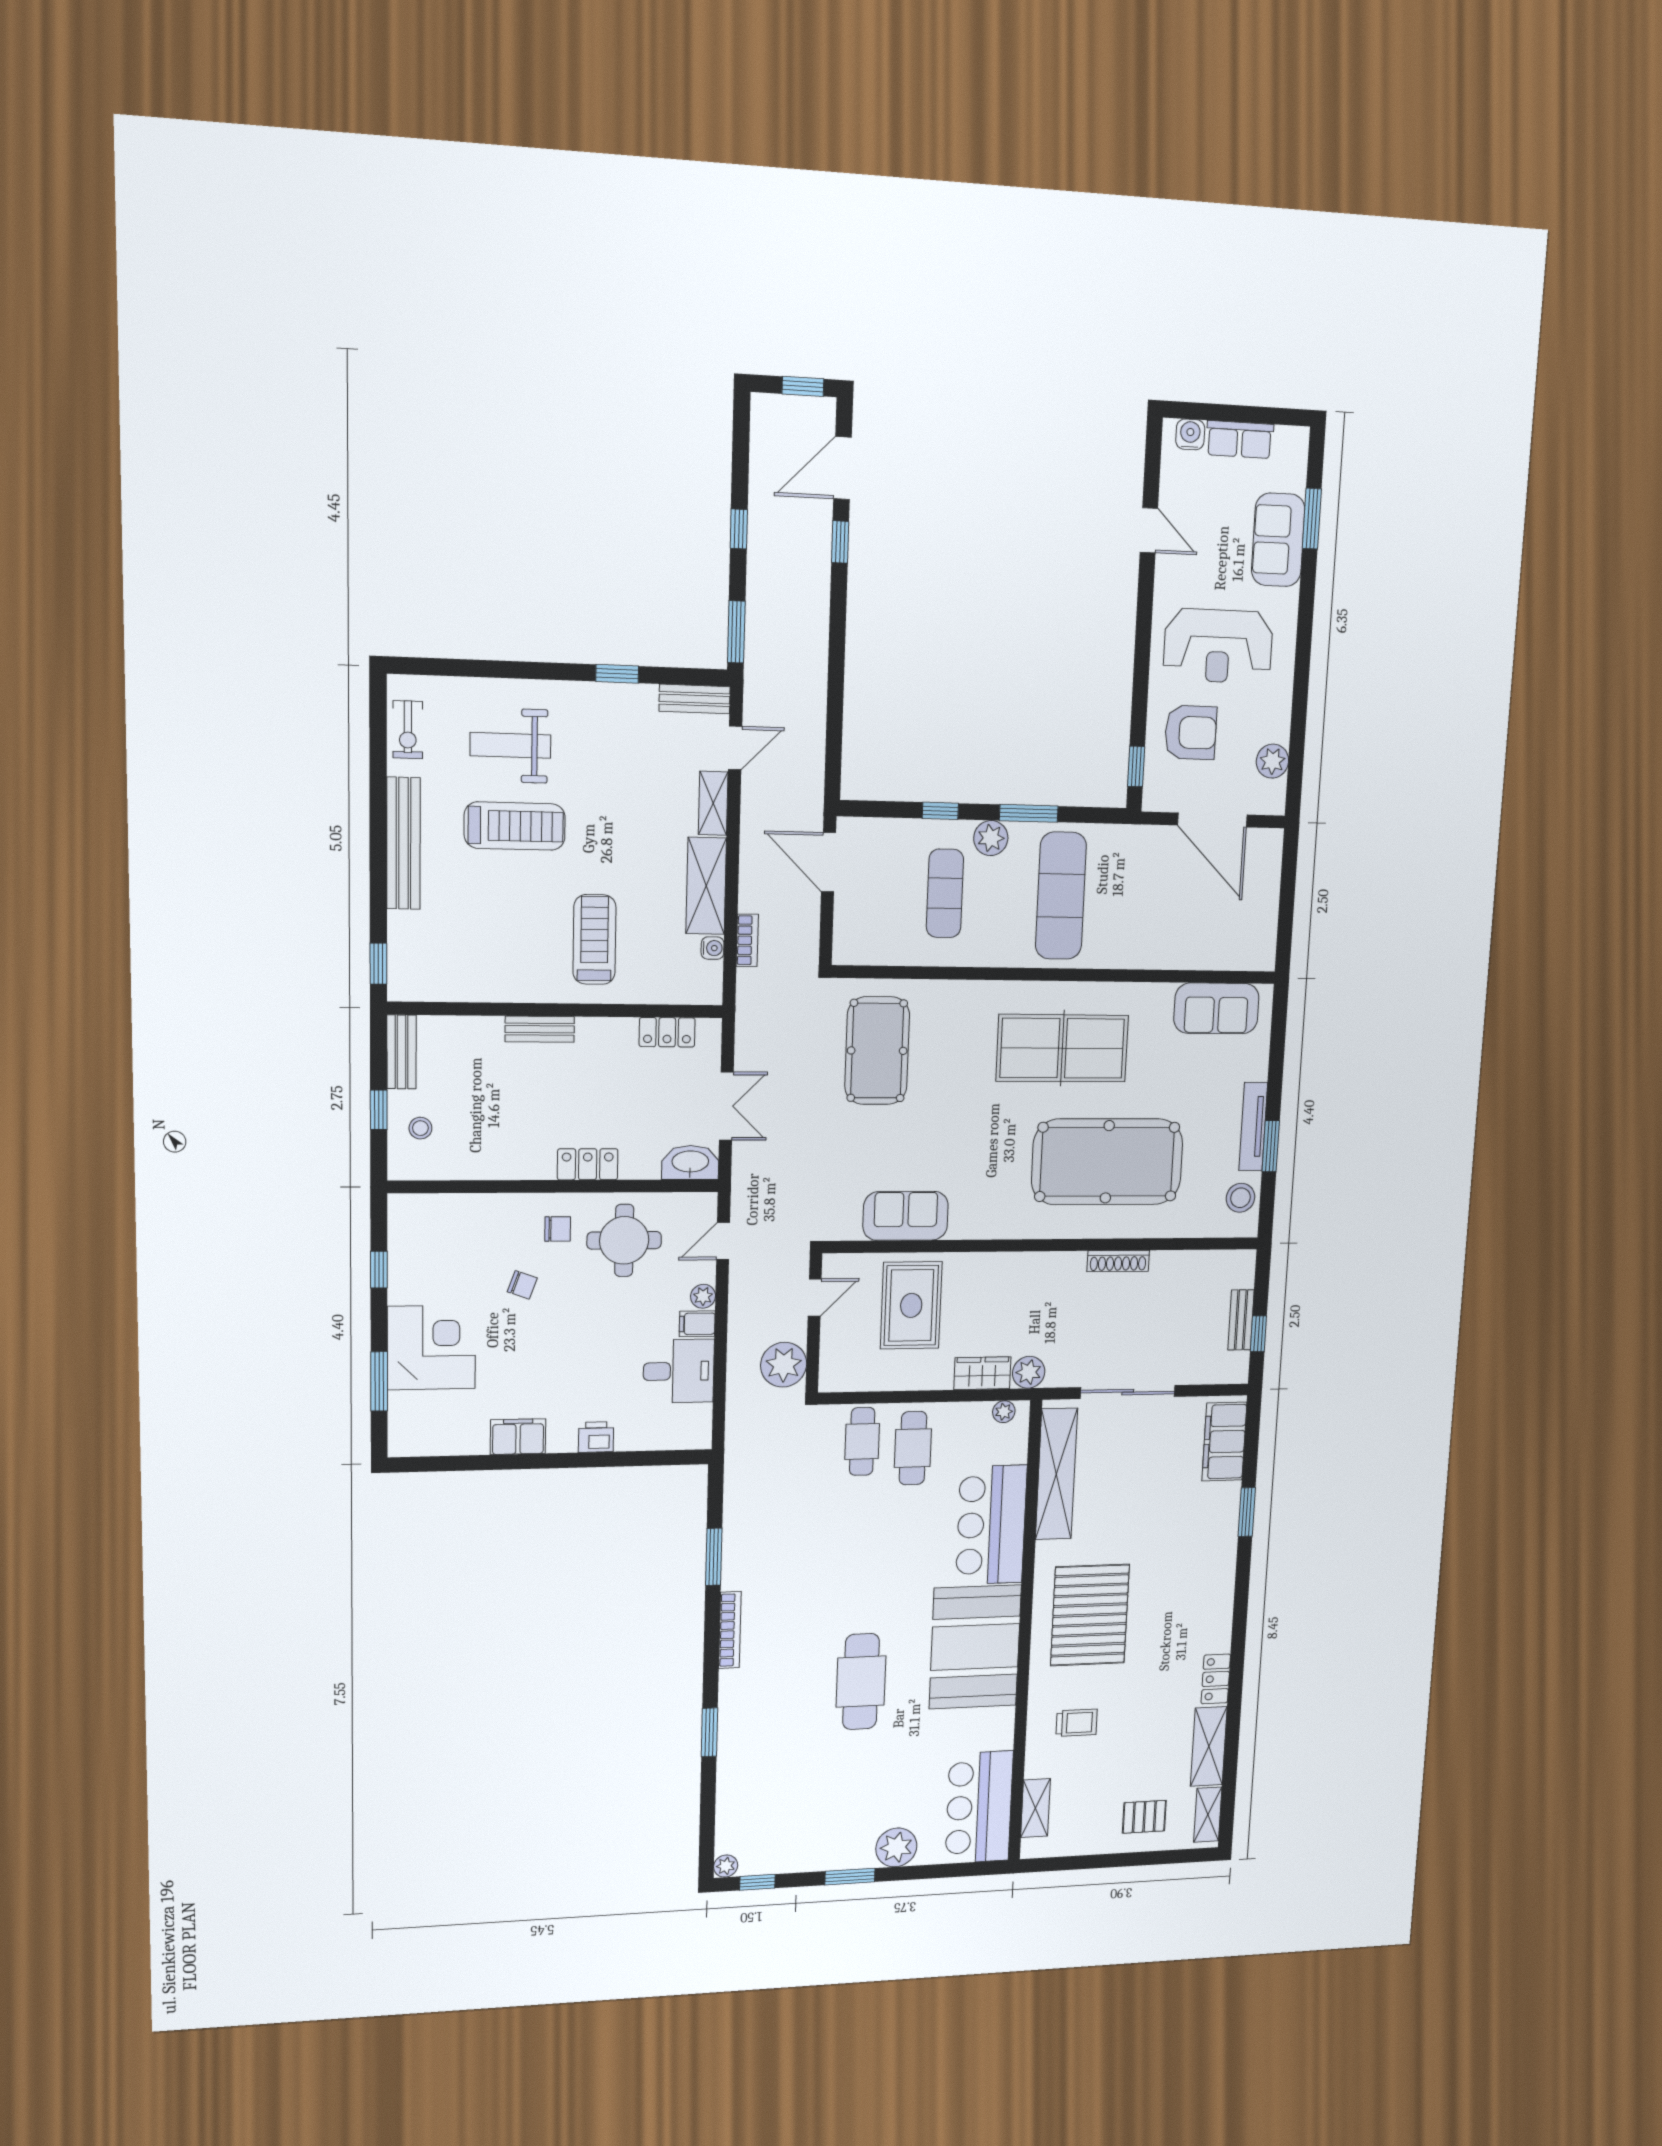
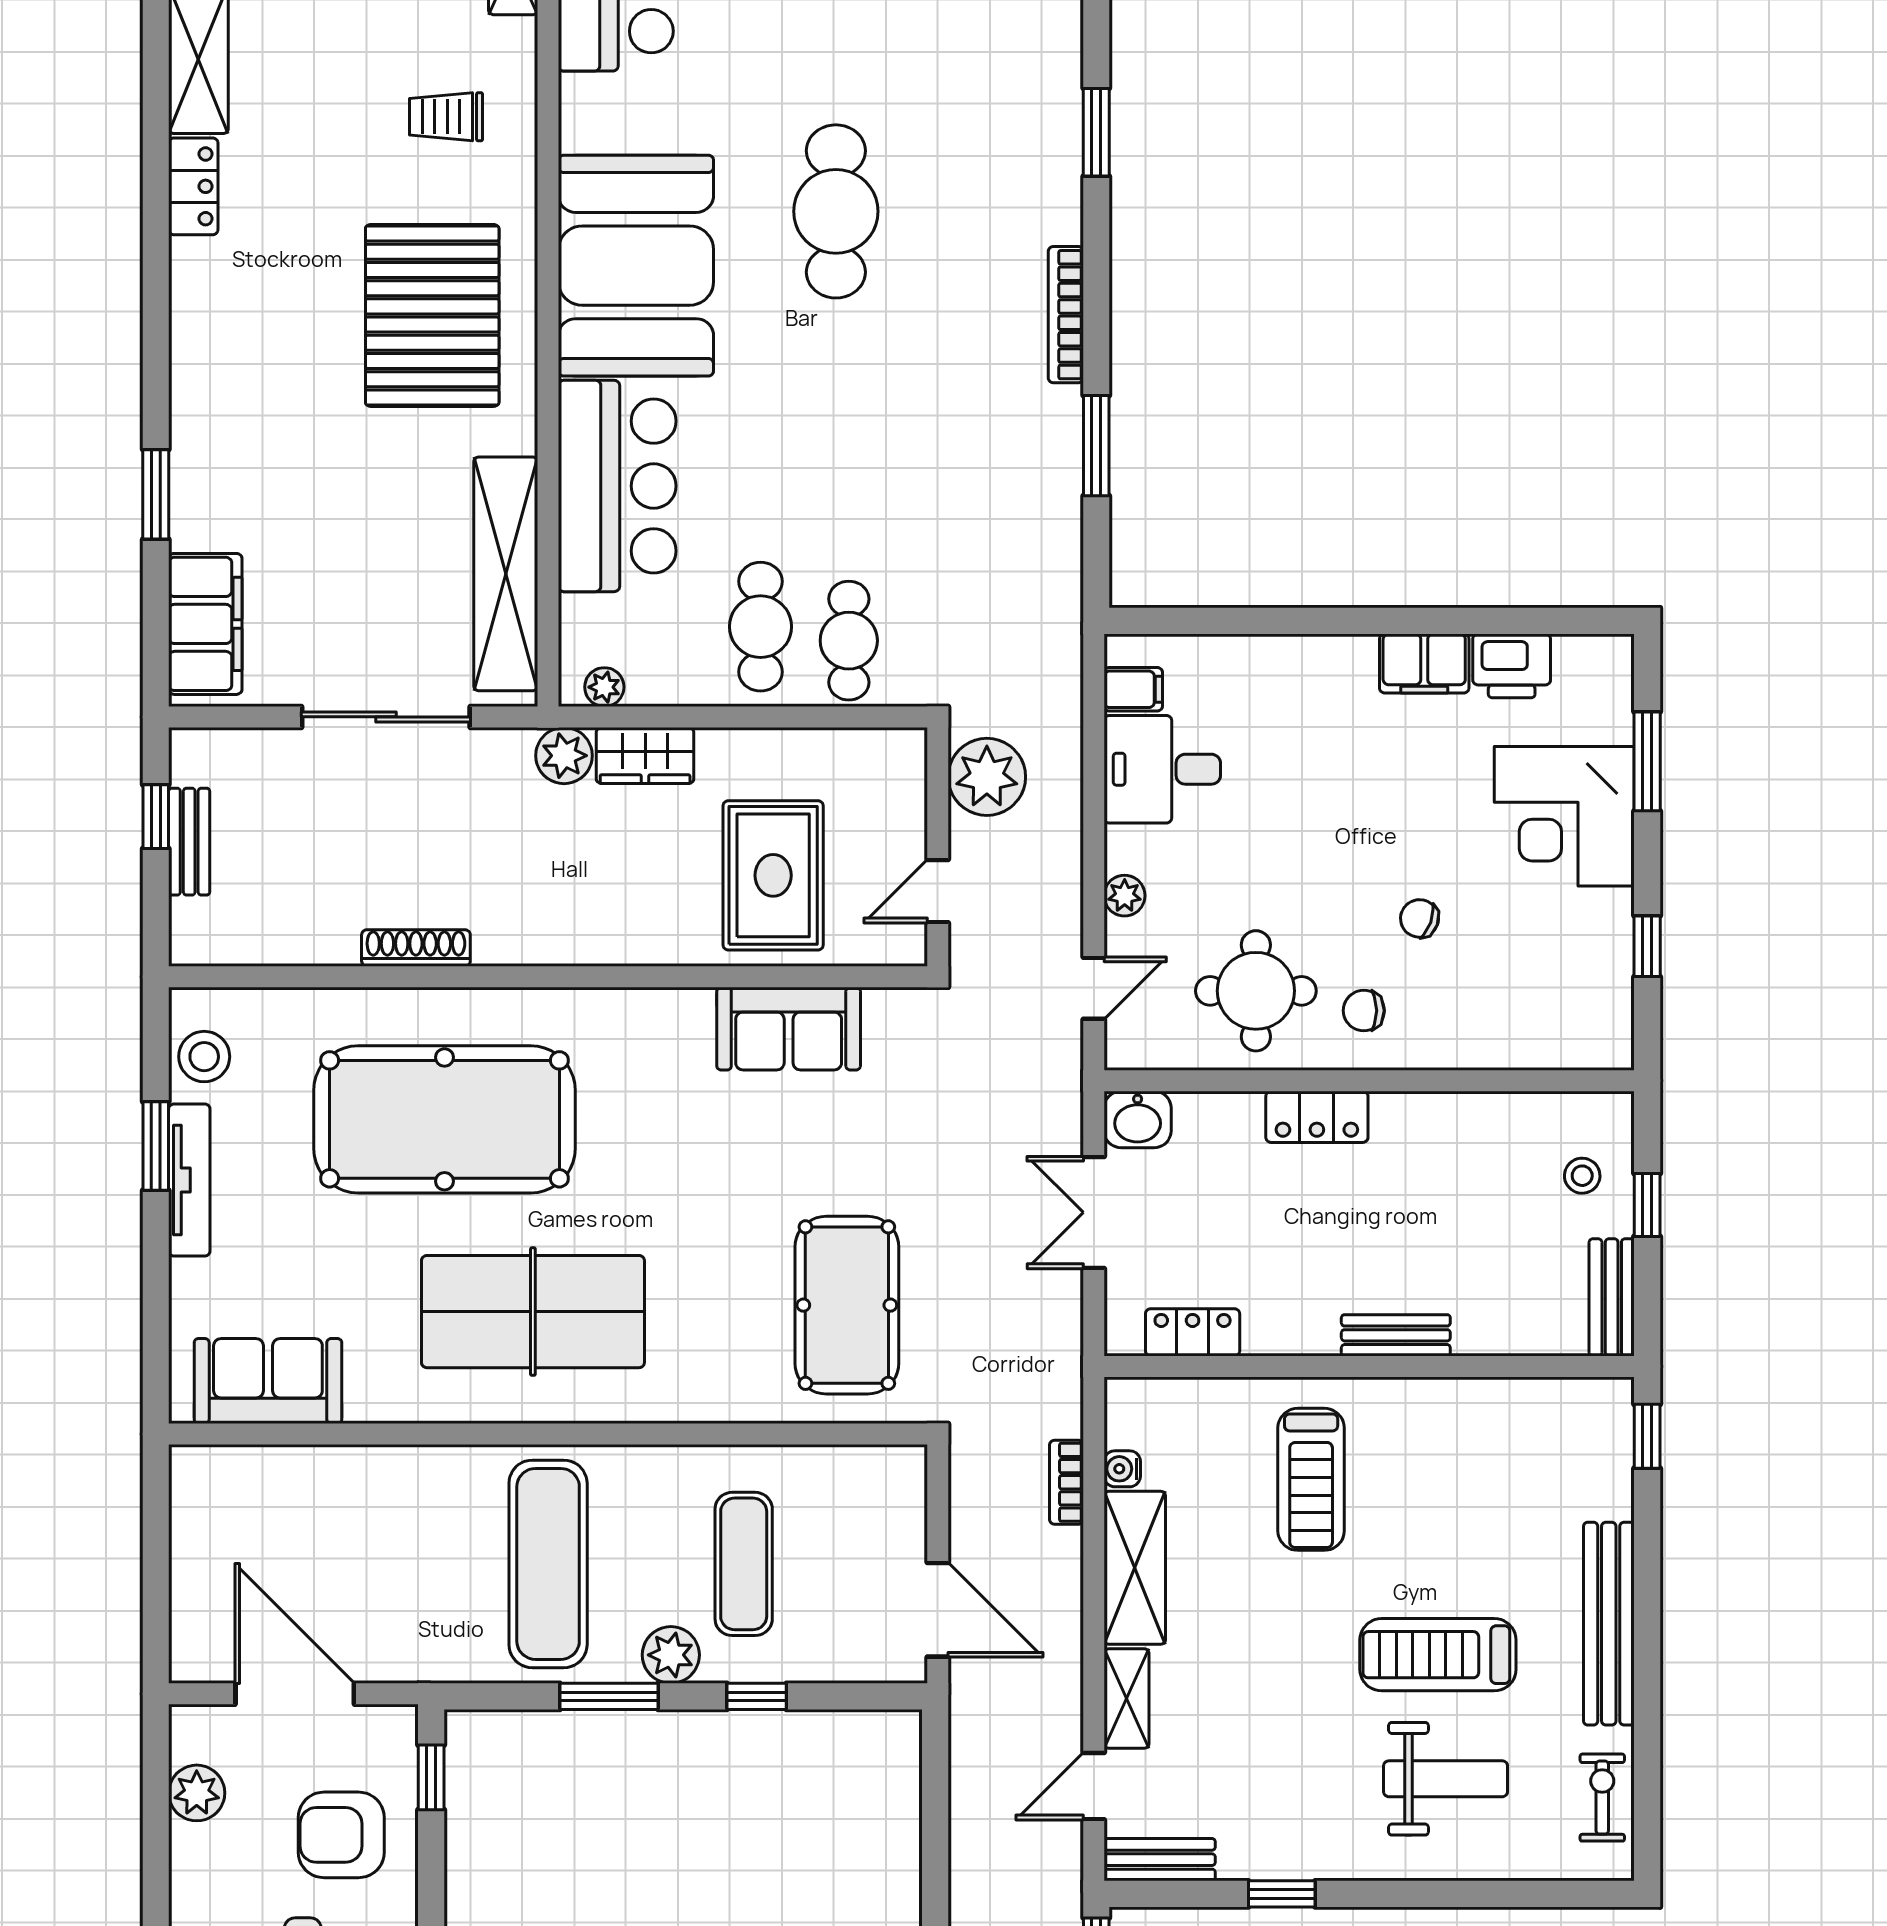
washbasin: (690, 1163) -> (1138, 1119), width x0.72
filing cabinet: (697, 1324) -> (1133, 689), moved
printer: (596, 1437) -> (1512, 666), moved, width x1.36, depth x1.24

